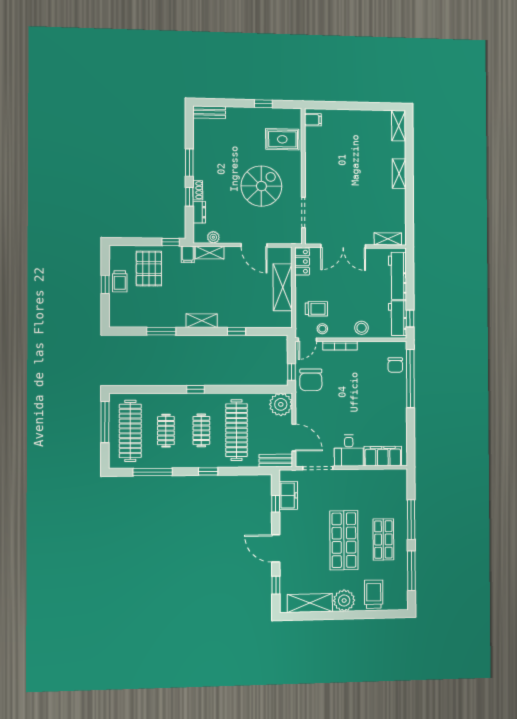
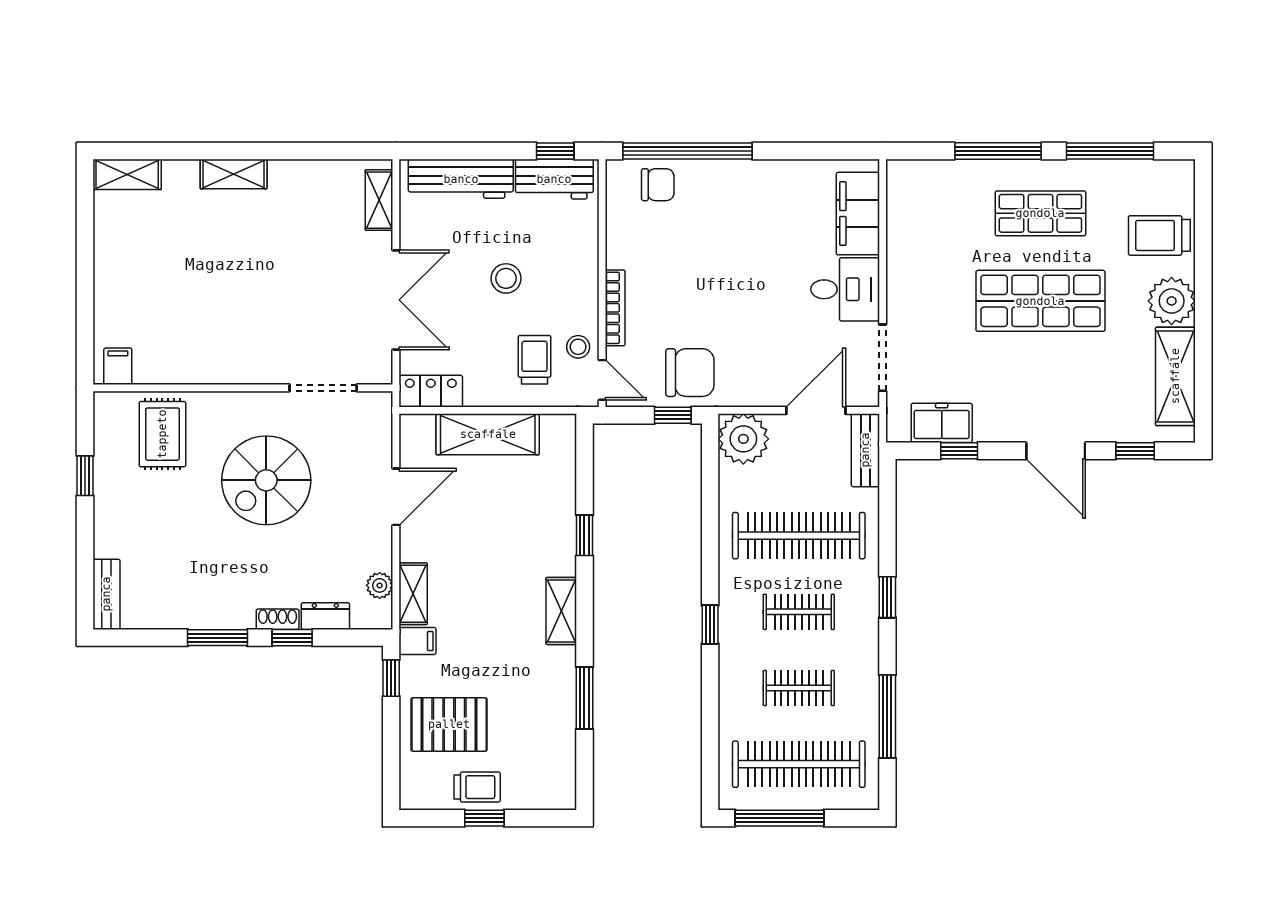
spiral stairs: (261, 186) -> (266, 480), turned -90
stool: (362, 328) -> (506, 278), moved
door: (276, 548) -> (1056, 451), hinge flipped

